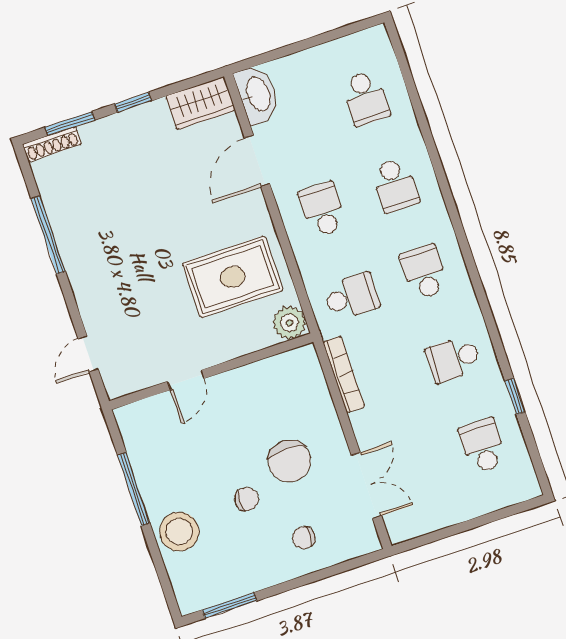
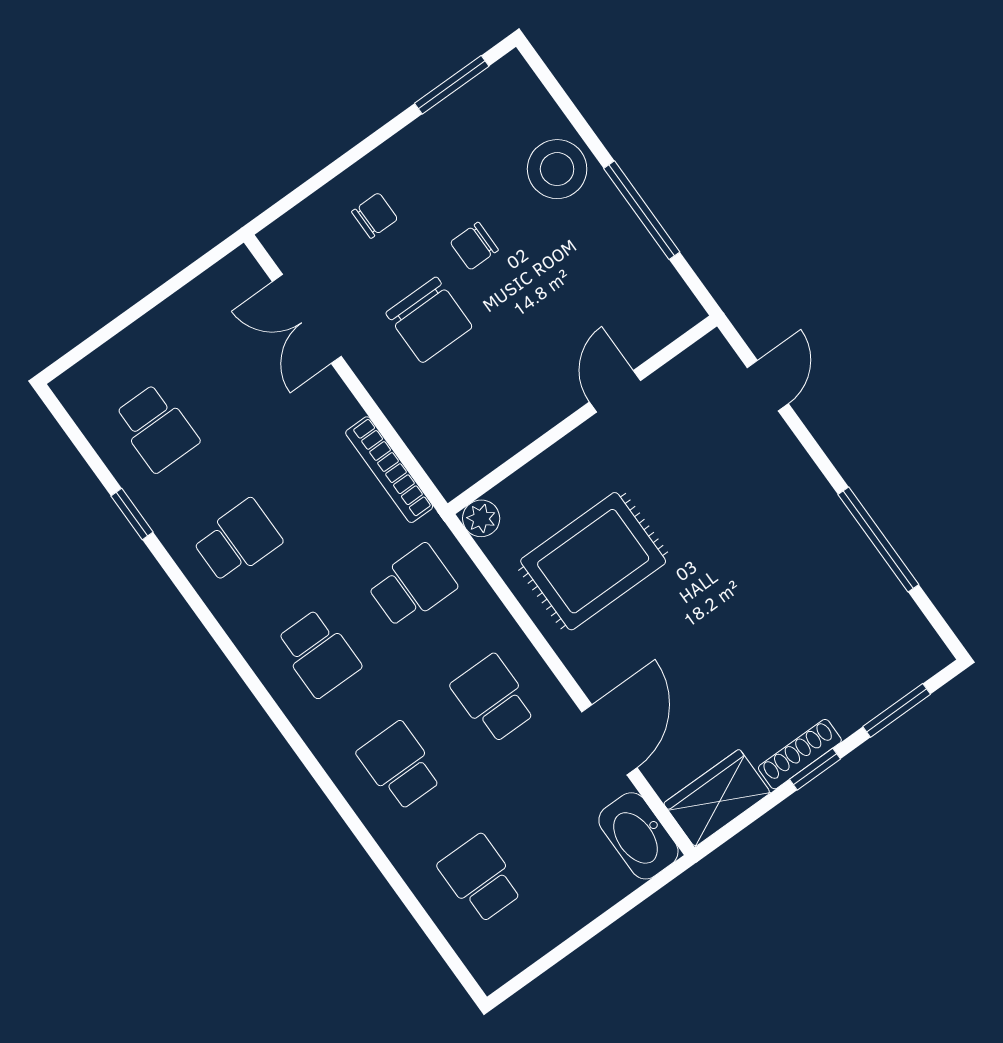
shoe rack: (52, 144) -> (800, 754), moved
school desk: (323, 210) -> (493, 698), turned 180
school desk: (352, 296) -> (412, 586), turned 180
plant: (289, 323) -> (481, 518), width x0.73, depth x0.73
chair: (289, 461) -> (429, 320), turned 180

